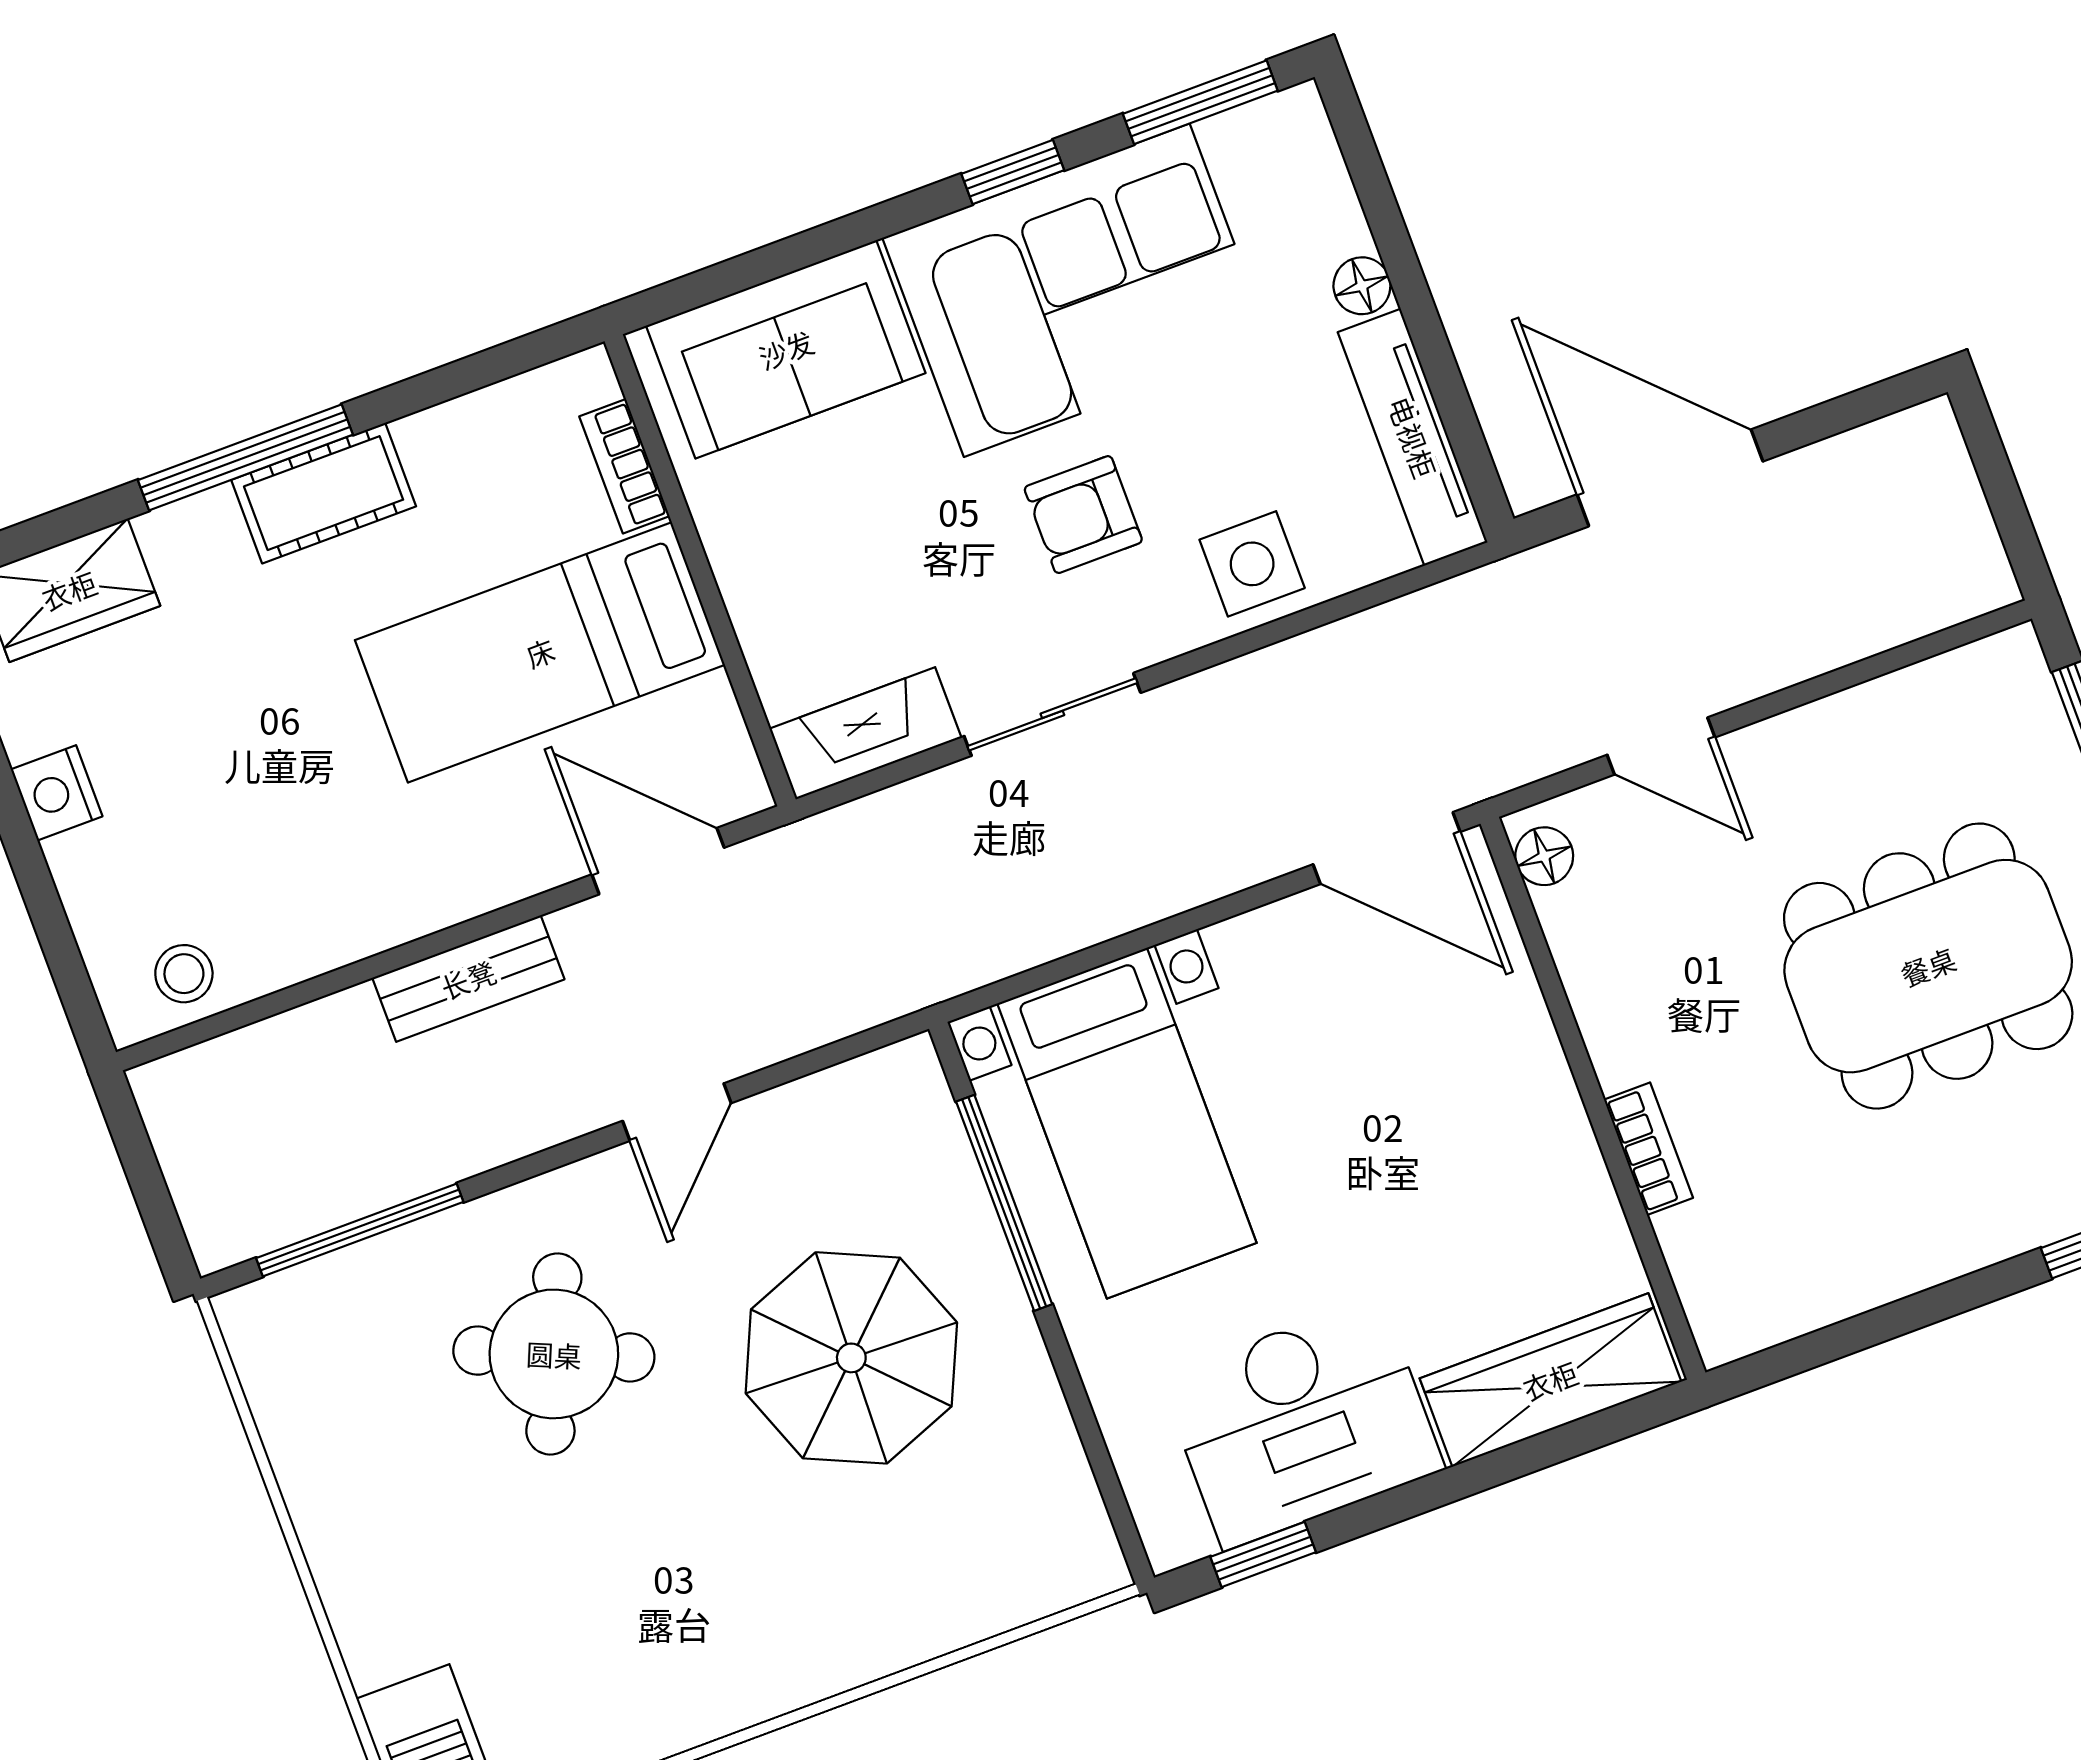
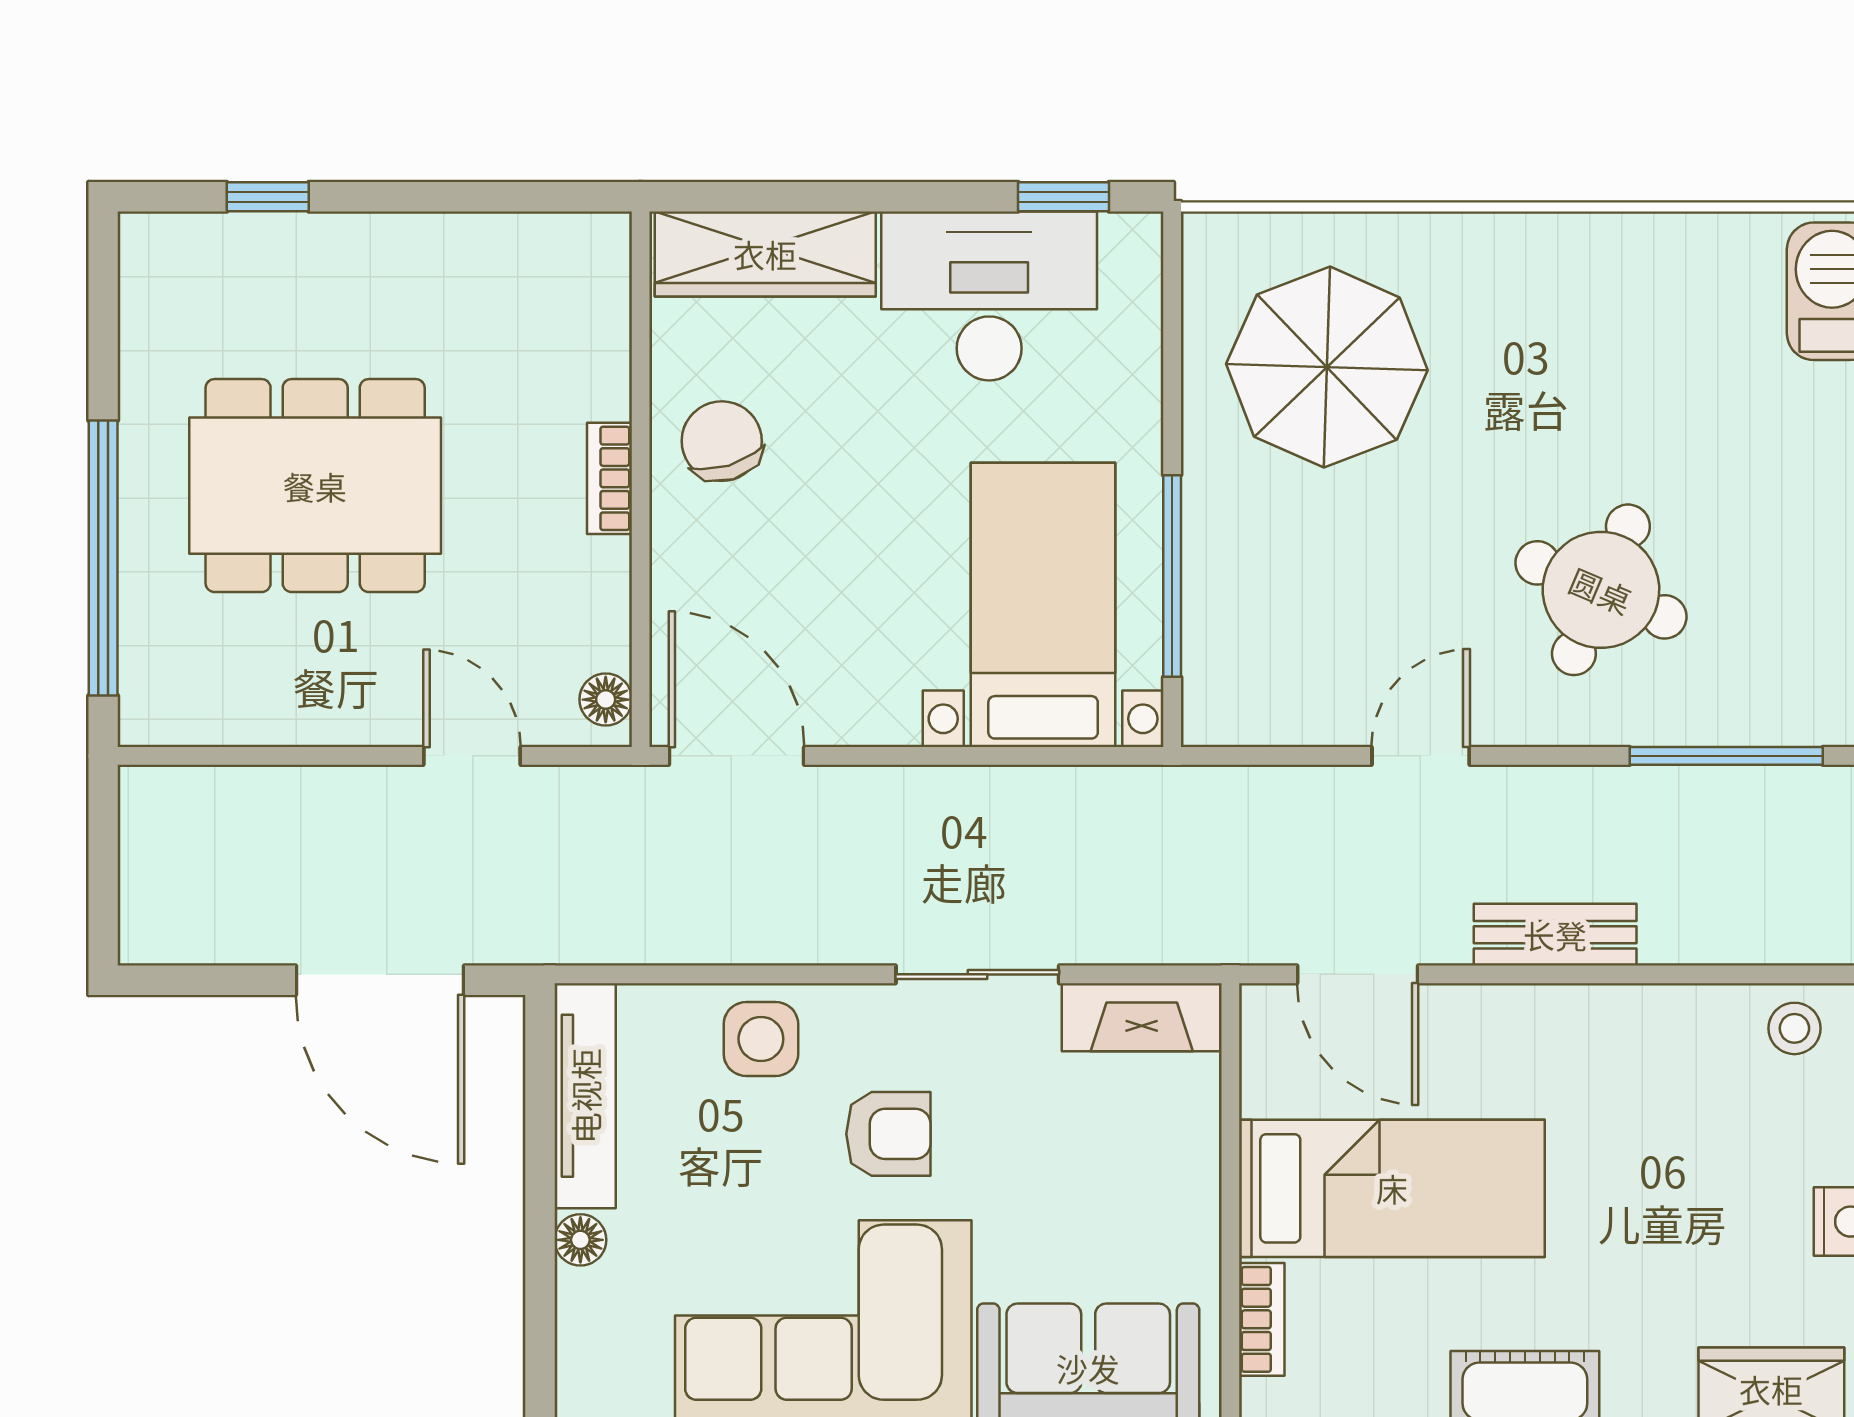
bookcase: (1648, 1149) -> (609, 478), moved
chair: (1523, 1169) -> (722, 441), added
parasol: (851, 1358) -> (1327, 367), moved

